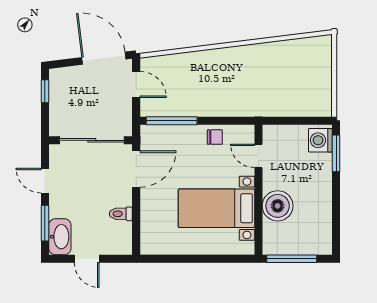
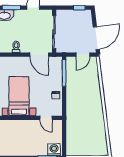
door: (258, 156) -> (46, 118), swing flipped
boiler: (278, 206) -> (20, 128), removed

